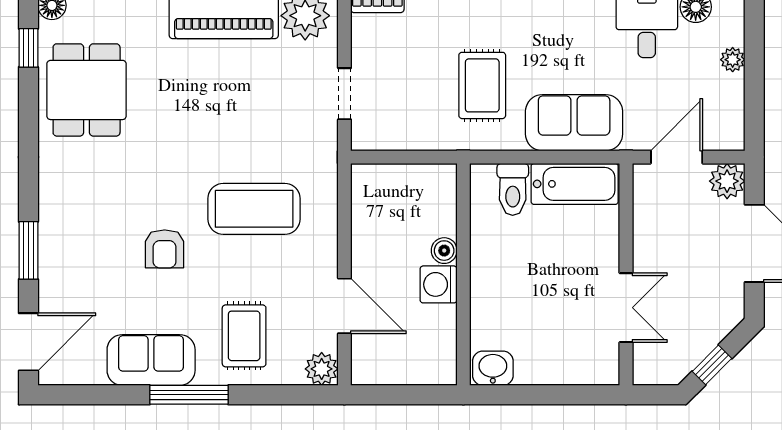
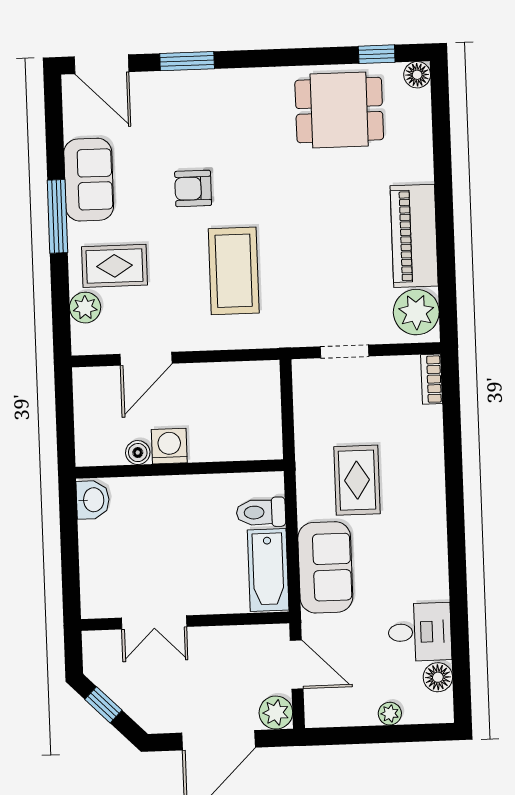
rug: (482, 85) -> (357, 480), turned 90
boiler: (444, 251) -> (138, 453), moved
plant: (322, 369) -> (85, 308), moved

